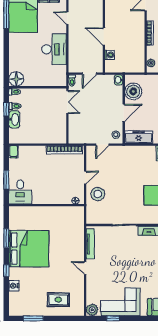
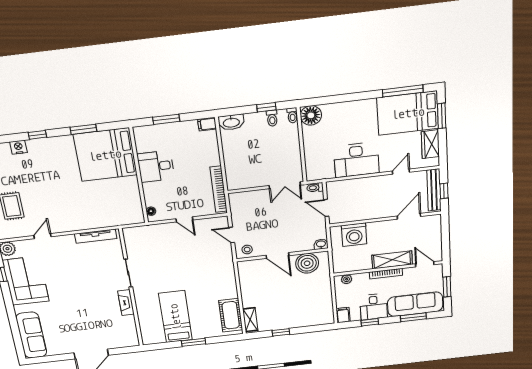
shelving: (139, 28) -> (392, 260), added
door: (104, 37) -> (409, 216), moved
washing machine: (110, 55) -> (354, 235), width x1.89, depth x1.89
washbasin: (14, 119) -> (231, 122), moved
freezer: (139, 137) -> (247, 277), removed
desk: (20, 192) -> (156, 166), moved
stool: (98, 194) -> (164, 237), removed
bed: (29, 249) -> (105, 155), moved, turned 90
door: (85, 268) -> (43, 236), moved

